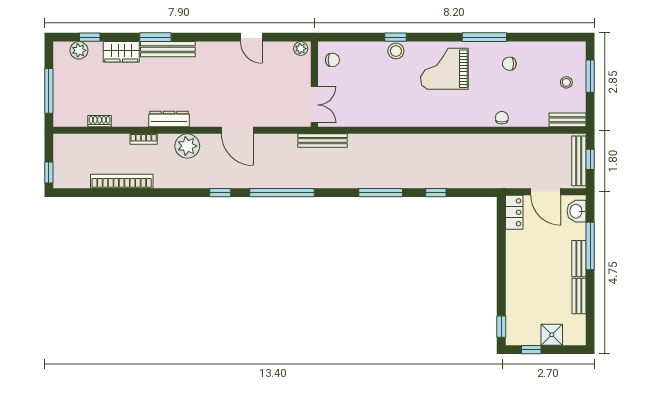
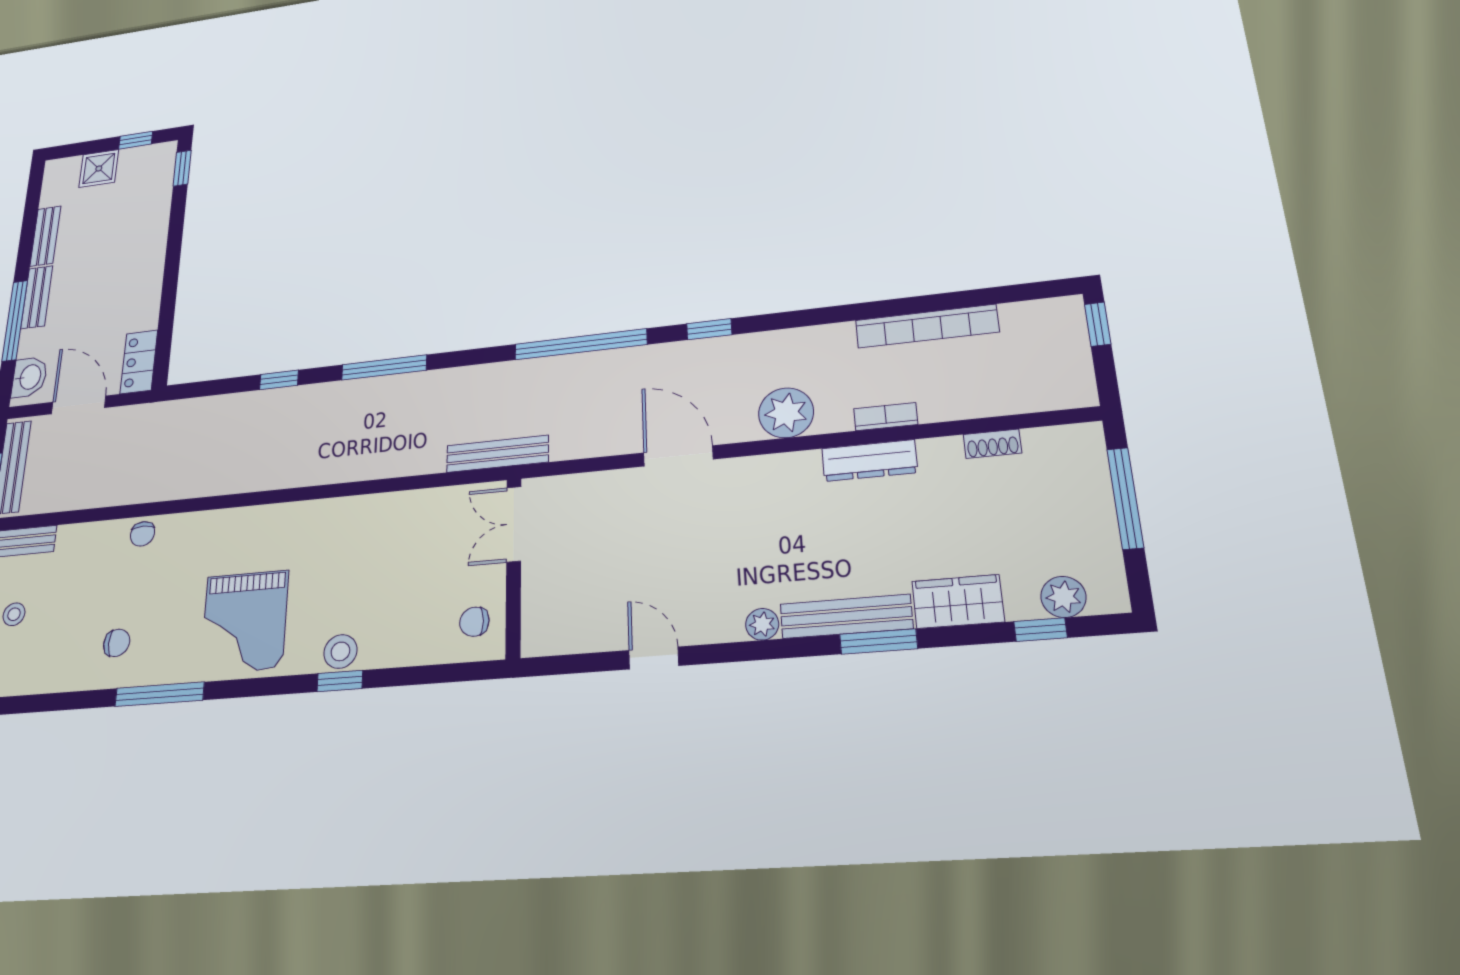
plant: (301, 49) -> (762, 624), moved
grand piano: (444, 69) -> (244, 622), turned 90
dresser: (169, 119) -> (869, 461), moved

